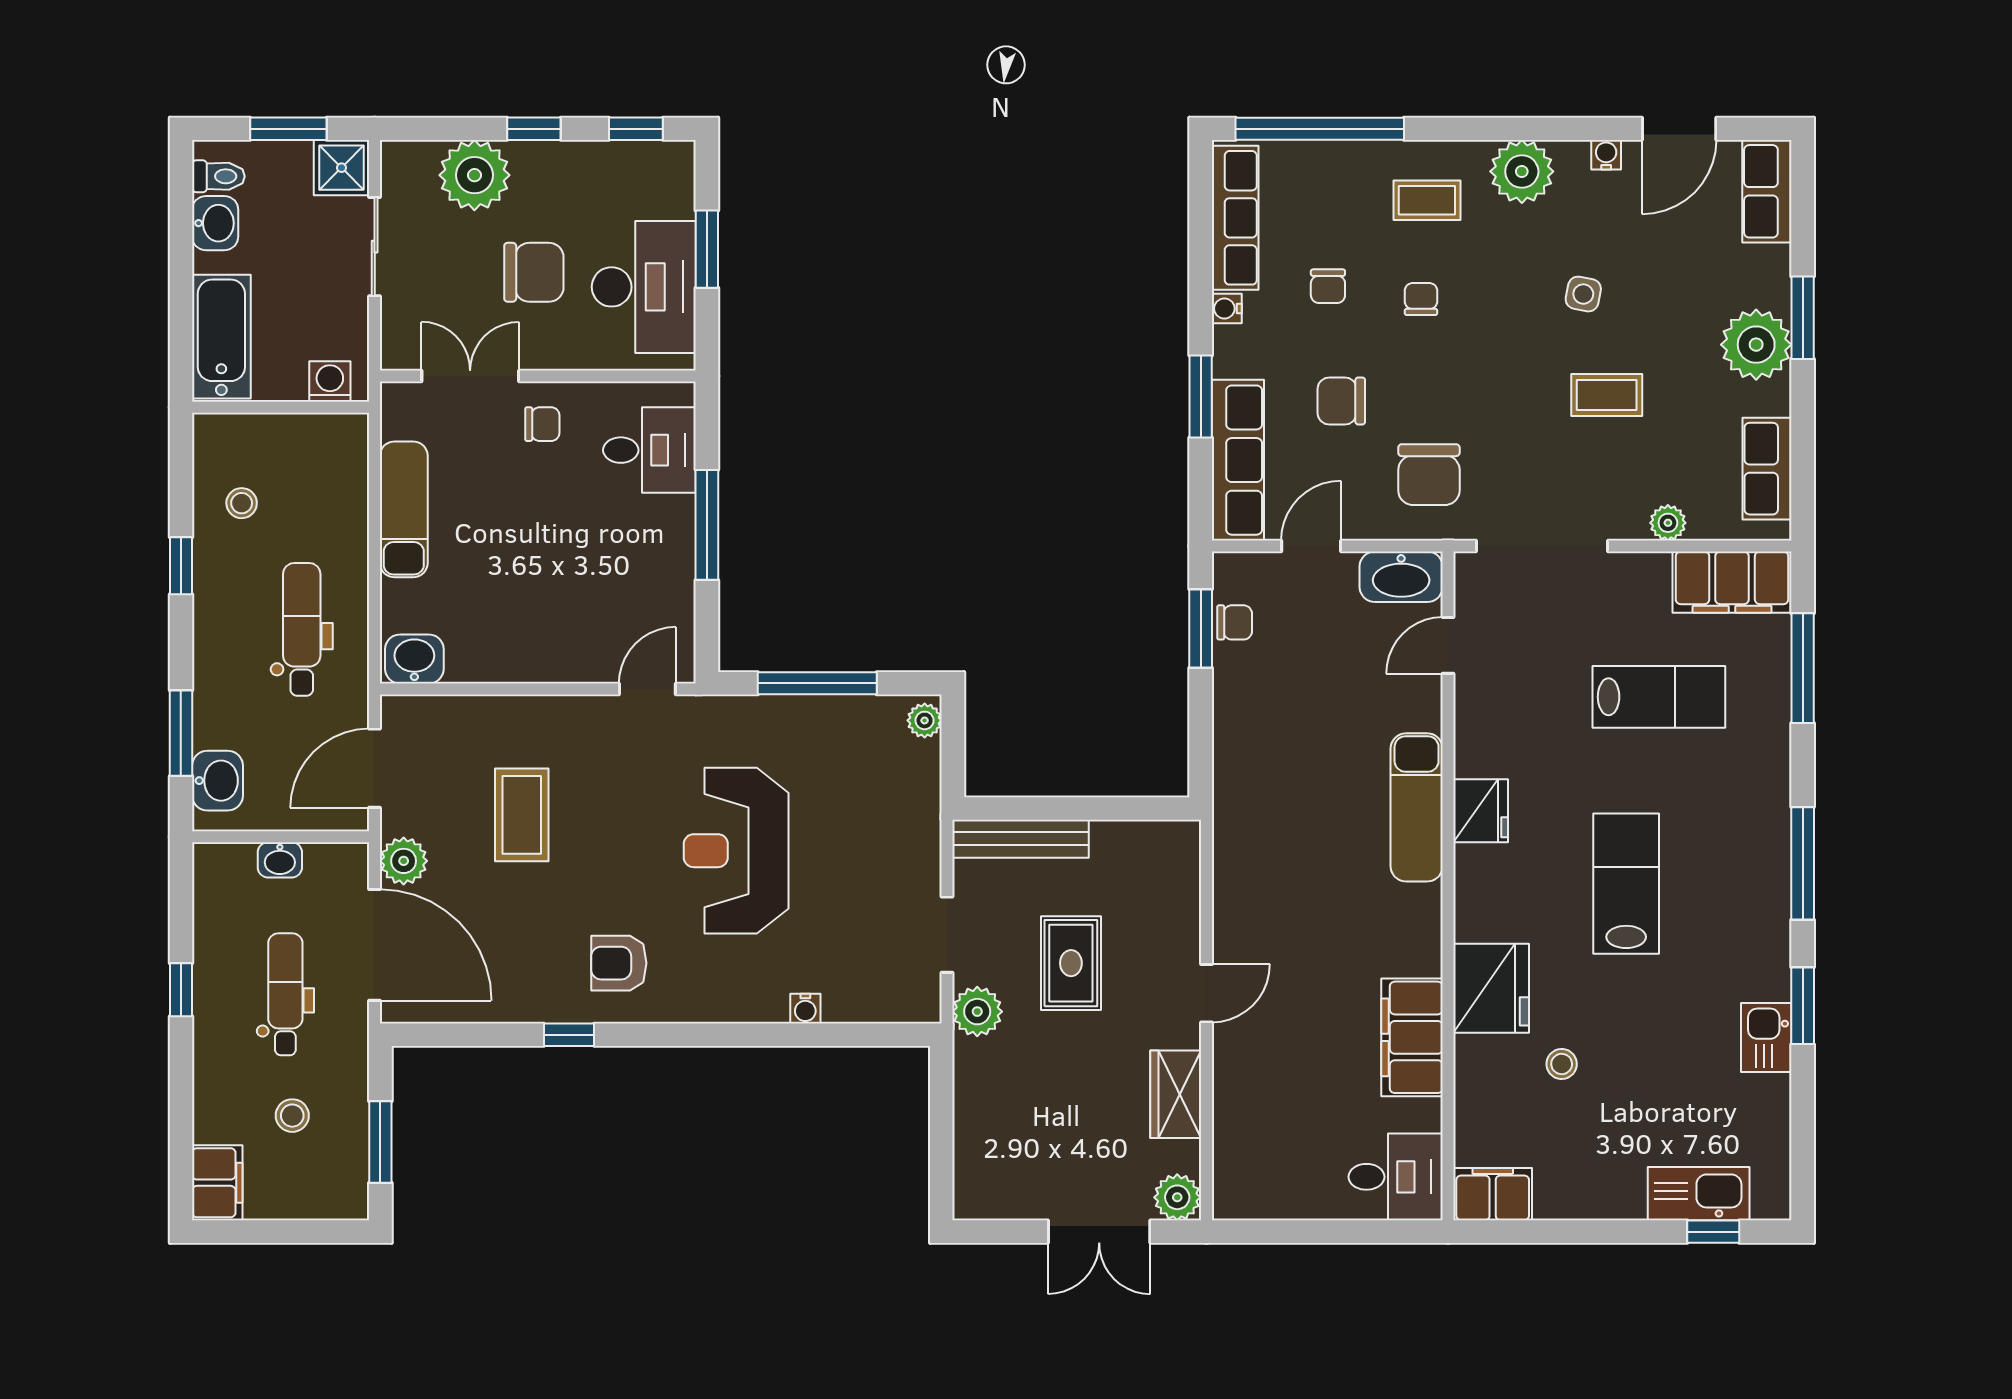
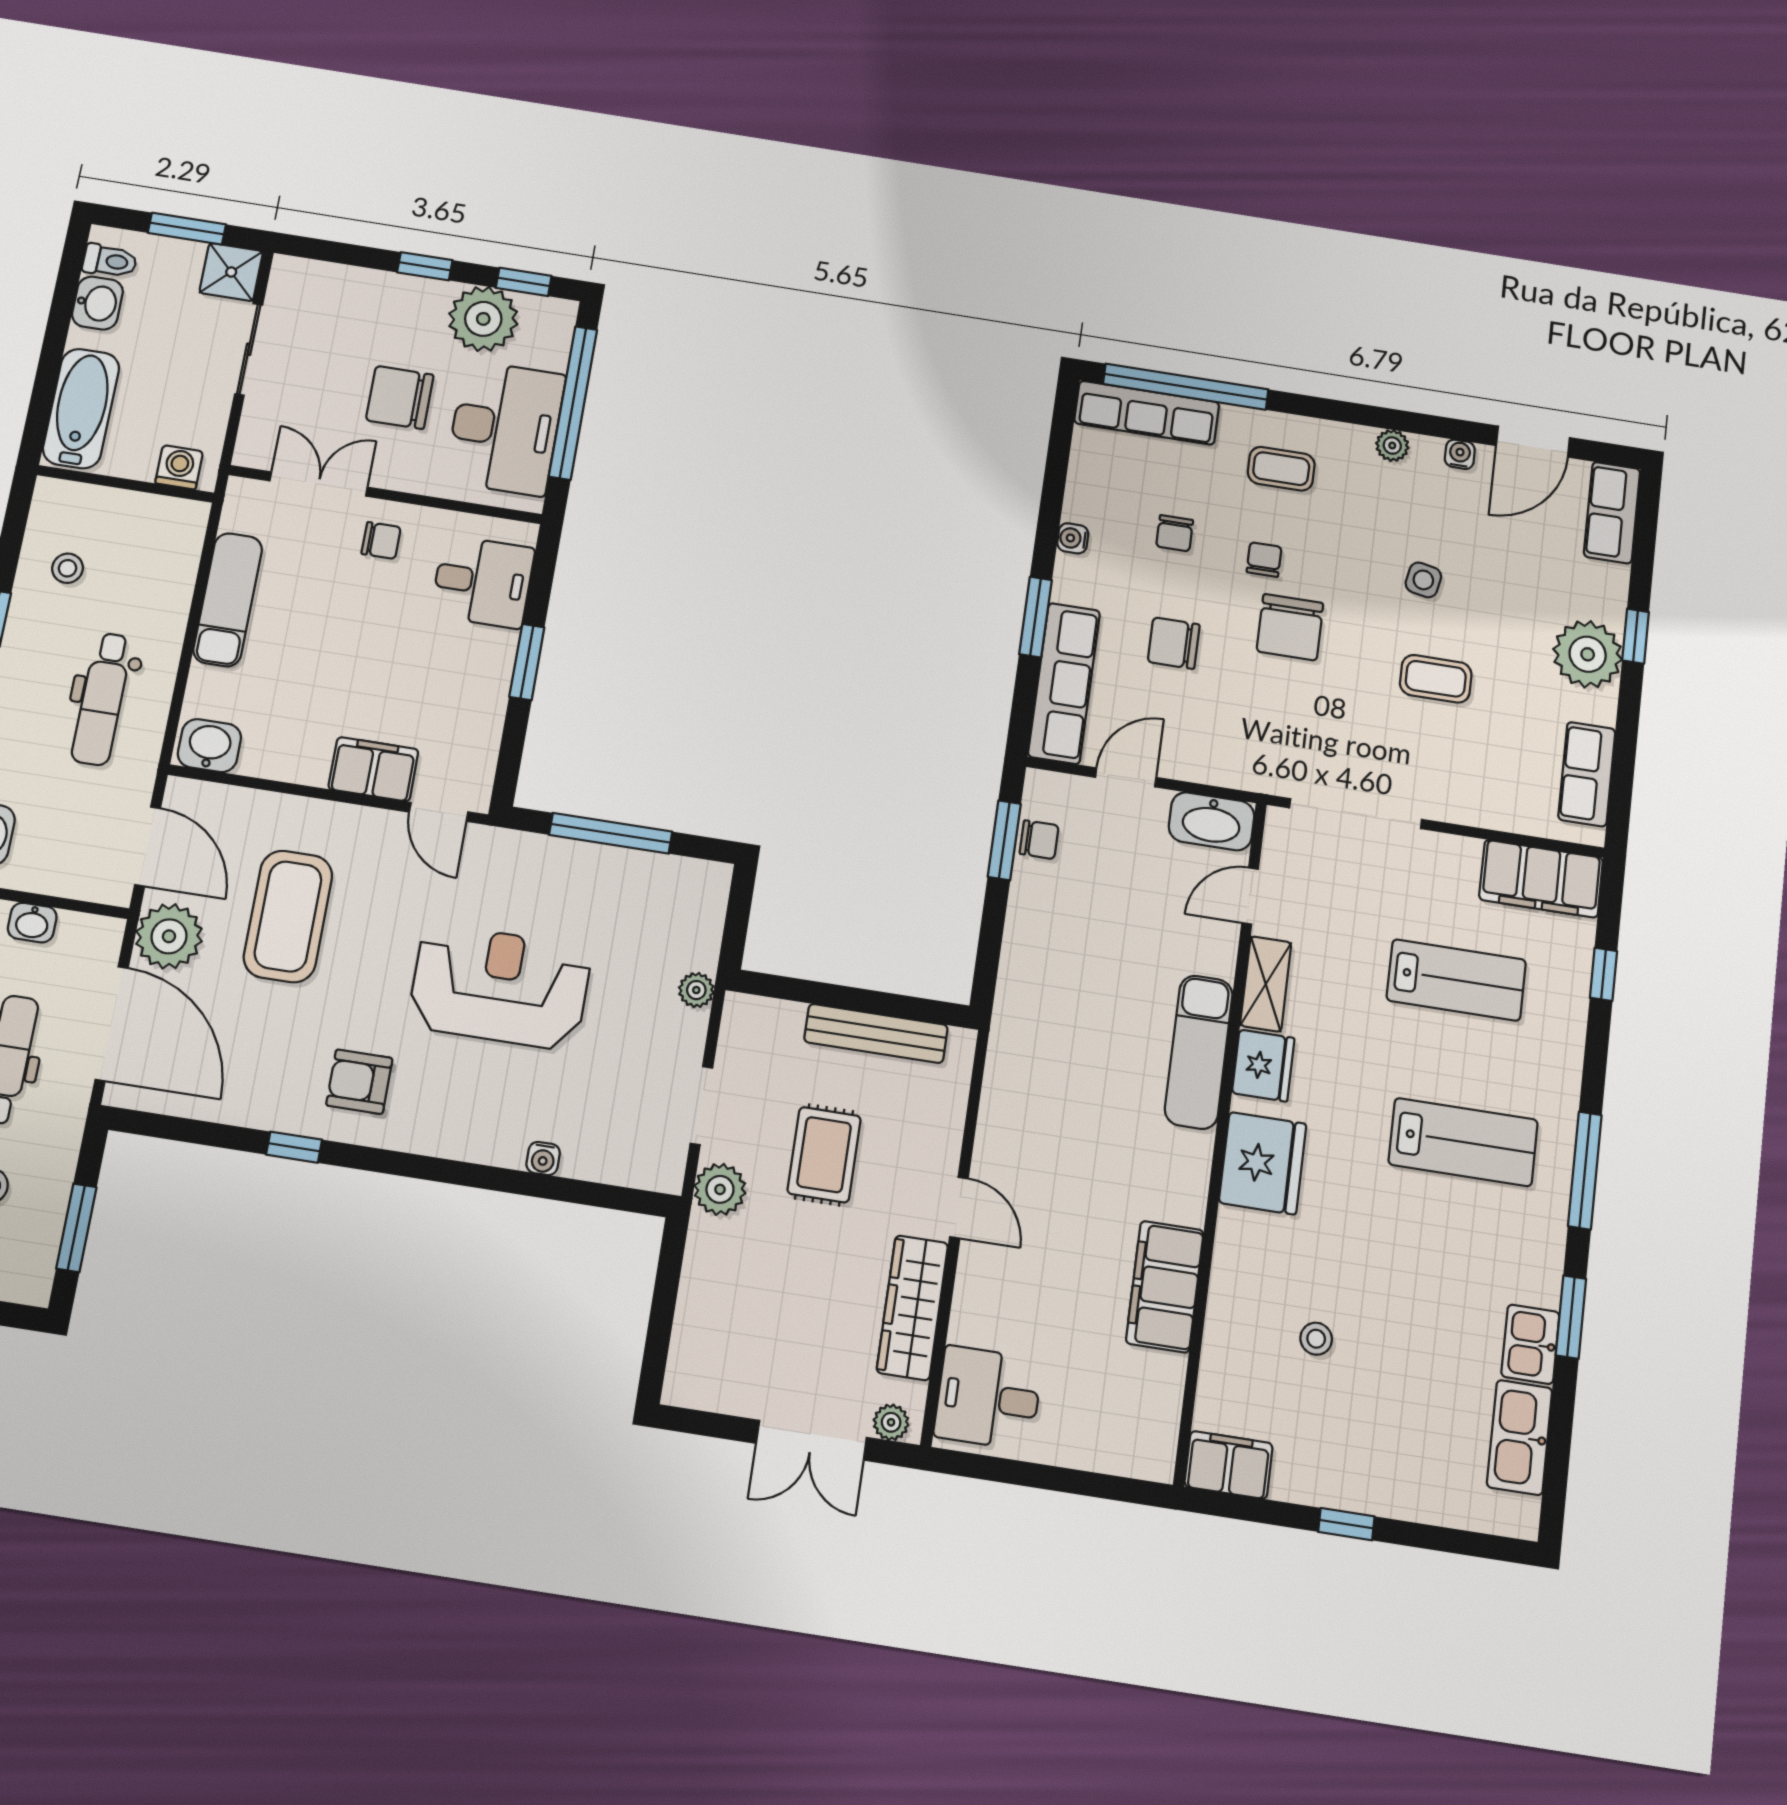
plant: (1522, 171) -> (1392, 446), width x0.53, depth x0.53
plant: (474, 175) -> (483, 319), moved
row of seats: (1235, 218) -> (1147, 413), moved, turned 90
window: (707, 249) -> (573, 403), width x2.11
chair: (534, 272) -> (400, 397), turned 180
window: (1803, 318) -> (1636, 636), width x0.67
chair: (1429, 475) -> (1290, 627), moved
plant: (1668, 523) -> (1483, 811), removed
window: (707, 525) -> (527, 662), width x0.69
dental chair: (302, 629) -> (102, 699), turned 180
filing cabinet: (577, 657) -> (373, 769), added
window: (1803, 668) -> (1603, 974), width x0.46
door: (647, 689) -> (439, 812), swing flipped
plant: (925, 720) -> (696, 990), moved
shelving: (1474, 730) -> (1266, 984), added
door: (375, 768) -> (148, 847), swing flipped
coffee table: (522, 815) -> (288, 916), width x1.36, depth x1.32
bench: (1021, 839) -> (876, 1034), moved
reception desk: (736, 851) -> (500, 987), turned 90
plant: (404, 861) -> (169, 936), width x1.36, depth x1.36
lab bench: (1626, 884) -> (1463, 1142), moved, turned 90
fridge: (1491, 988) -> (1263, 1163), moved
door: (1206, 993) -> (959, 1208), hinge flipped
wardrobe: (1176, 1094) -> (912, 1308), width x1.50
desk: (1396, 1177) -> (988, 1398), moved, turned 180
kitchen sink: (1699, 1194) -> (1520, 1437), moved, turned -90
plant: (1177, 1197) -> (891, 1422), width x0.73, depth x0.73
window: (1713, 1232) -> (1346, 1524), moved

